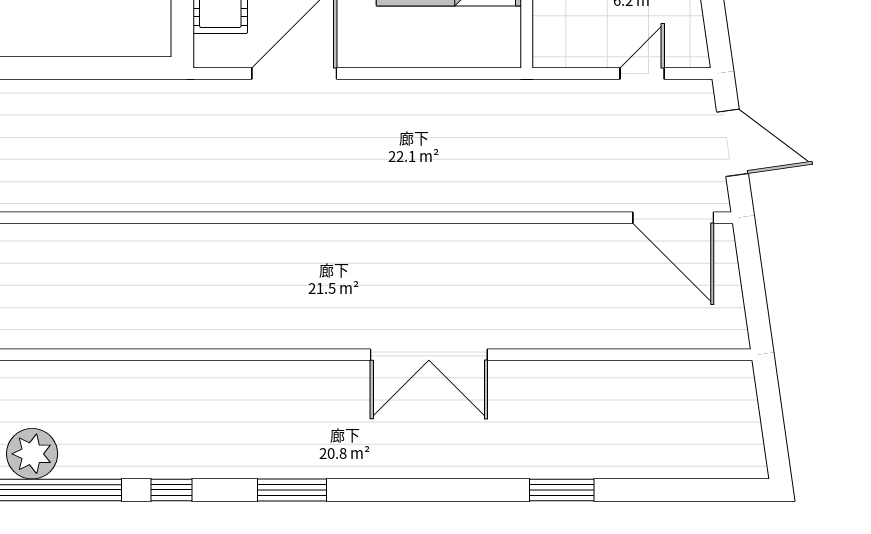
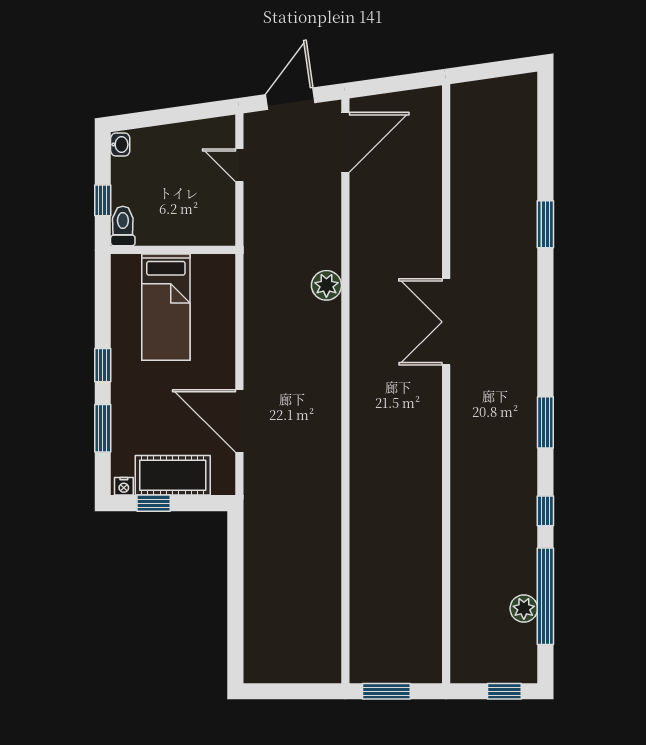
plant: (479, 192) -> (326, 285), added
double door: (429, 355) -> (446, 322), swing flipped
plant: (32, 454) -> (524, 609), width x0.73, depth x0.73

